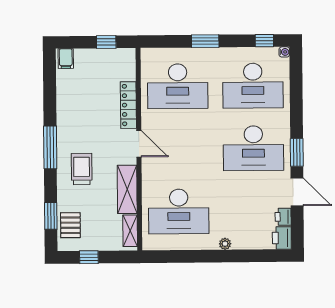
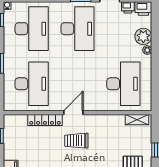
trolley: (82, 169) -> (76, 141), moved
shelving: (127, 189) -> (107, 121), removed
plant: (244, 238) -> (143, 36), added

